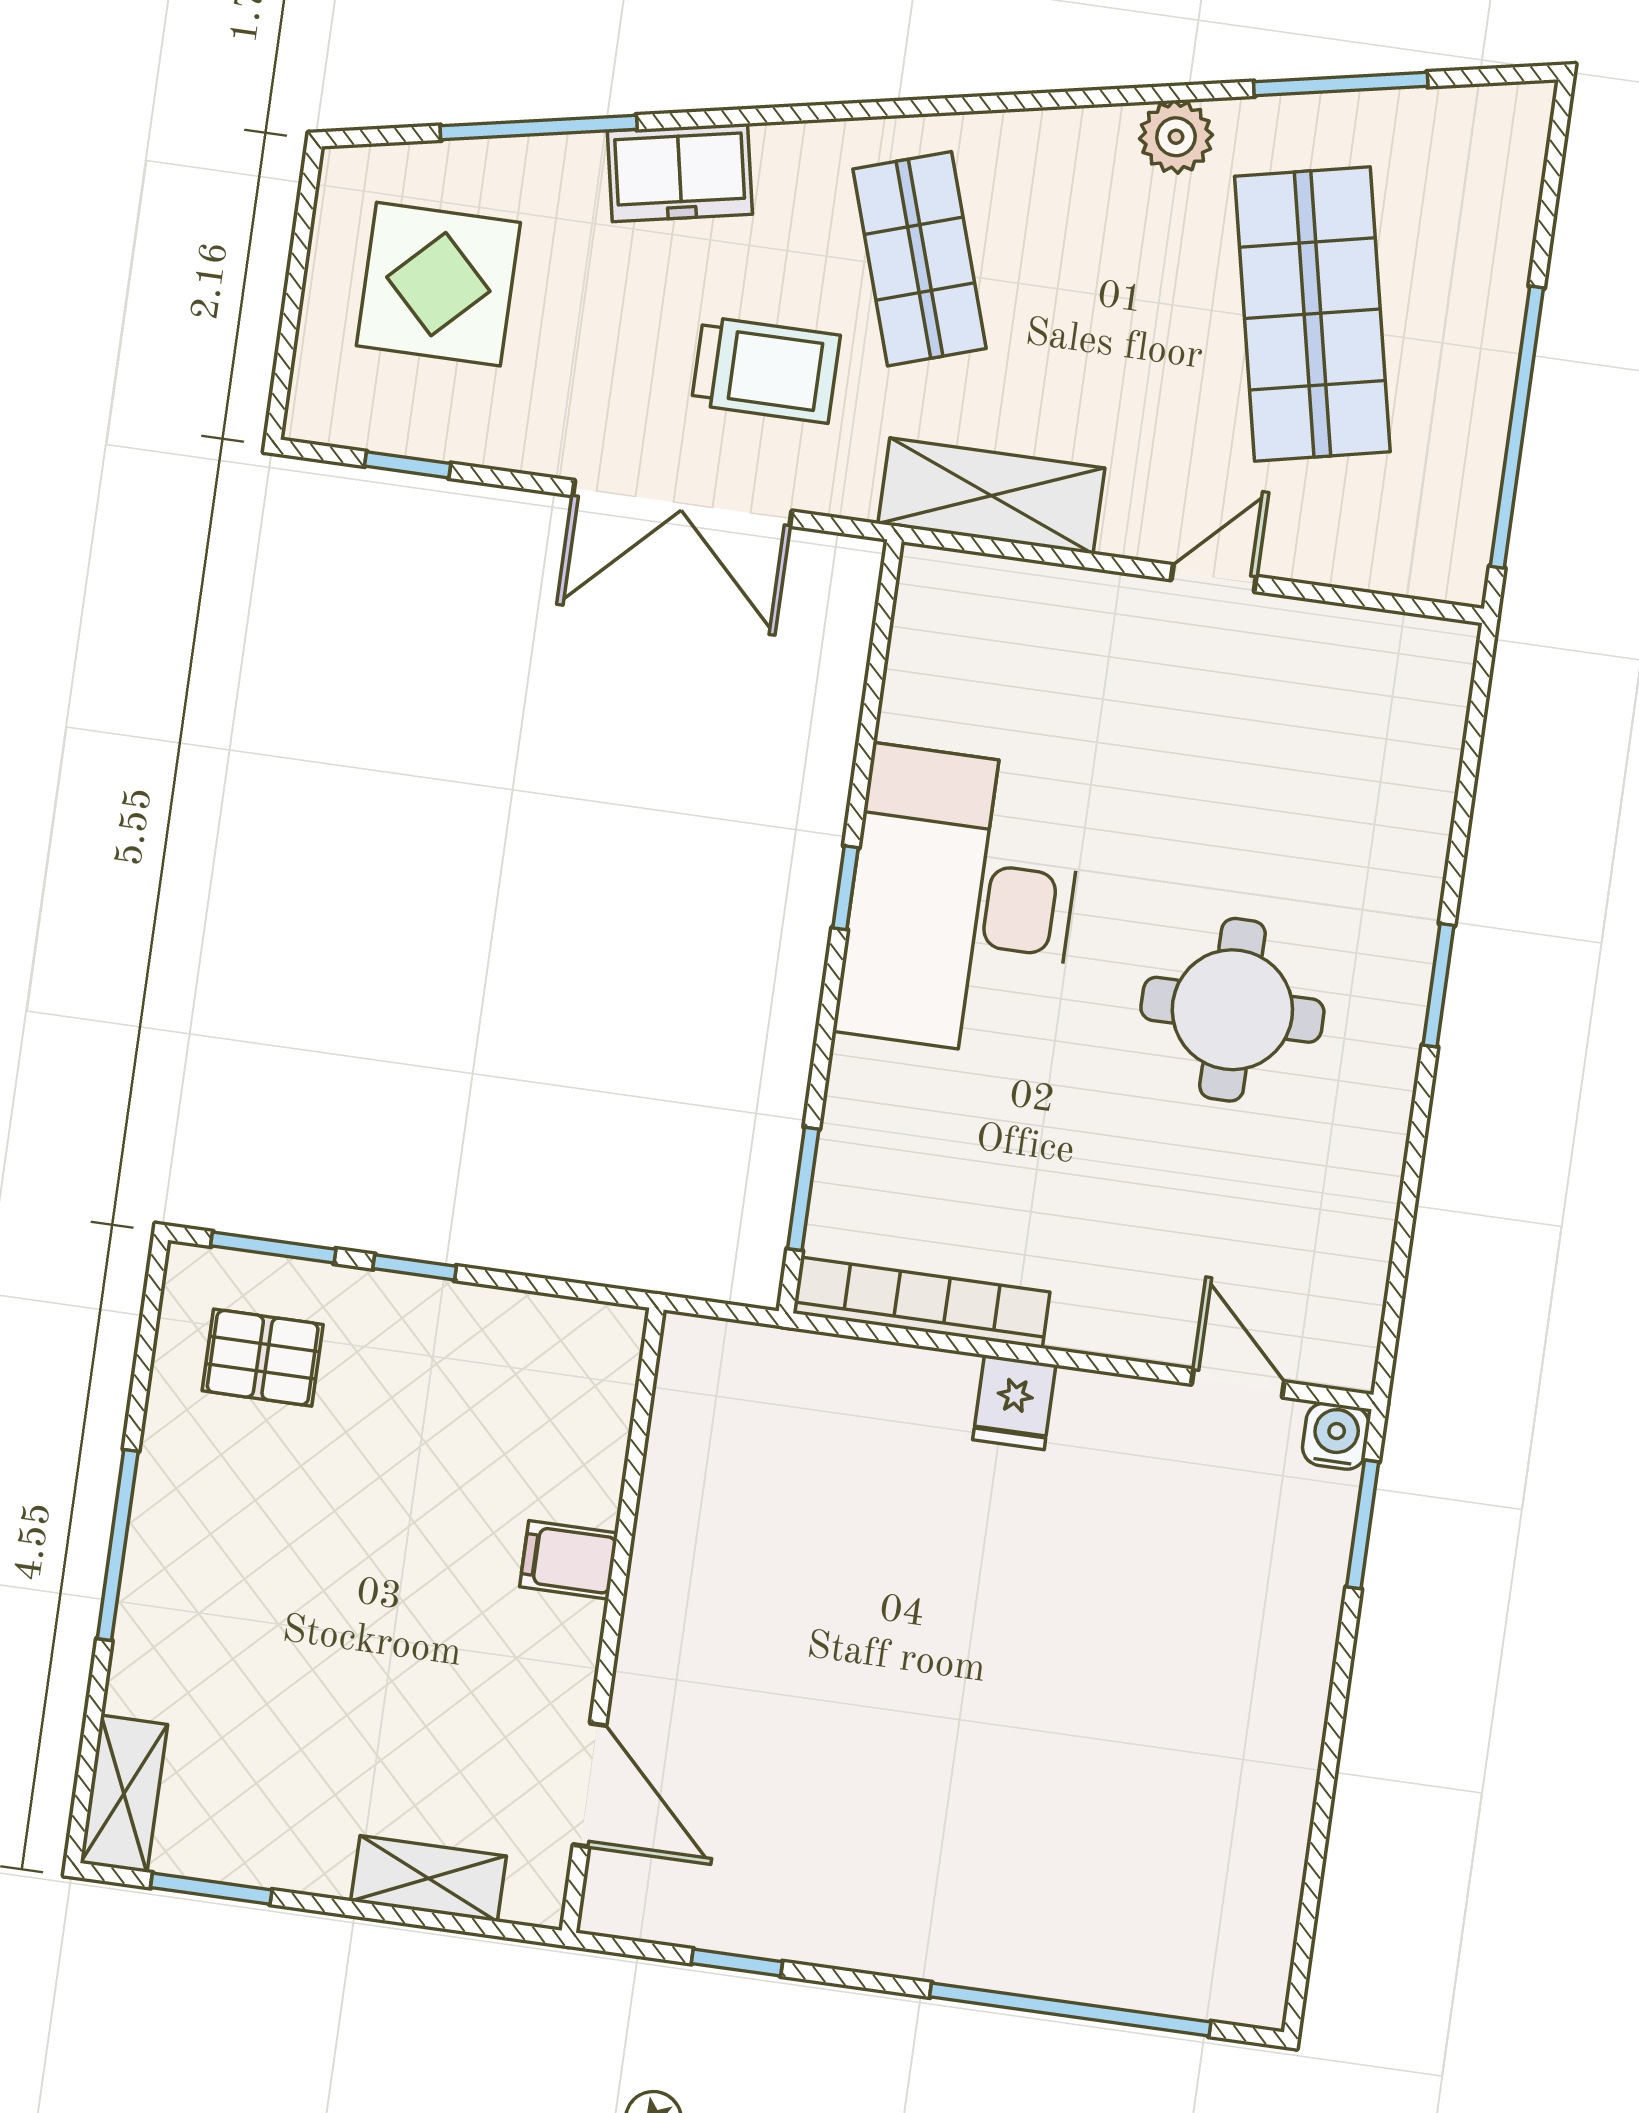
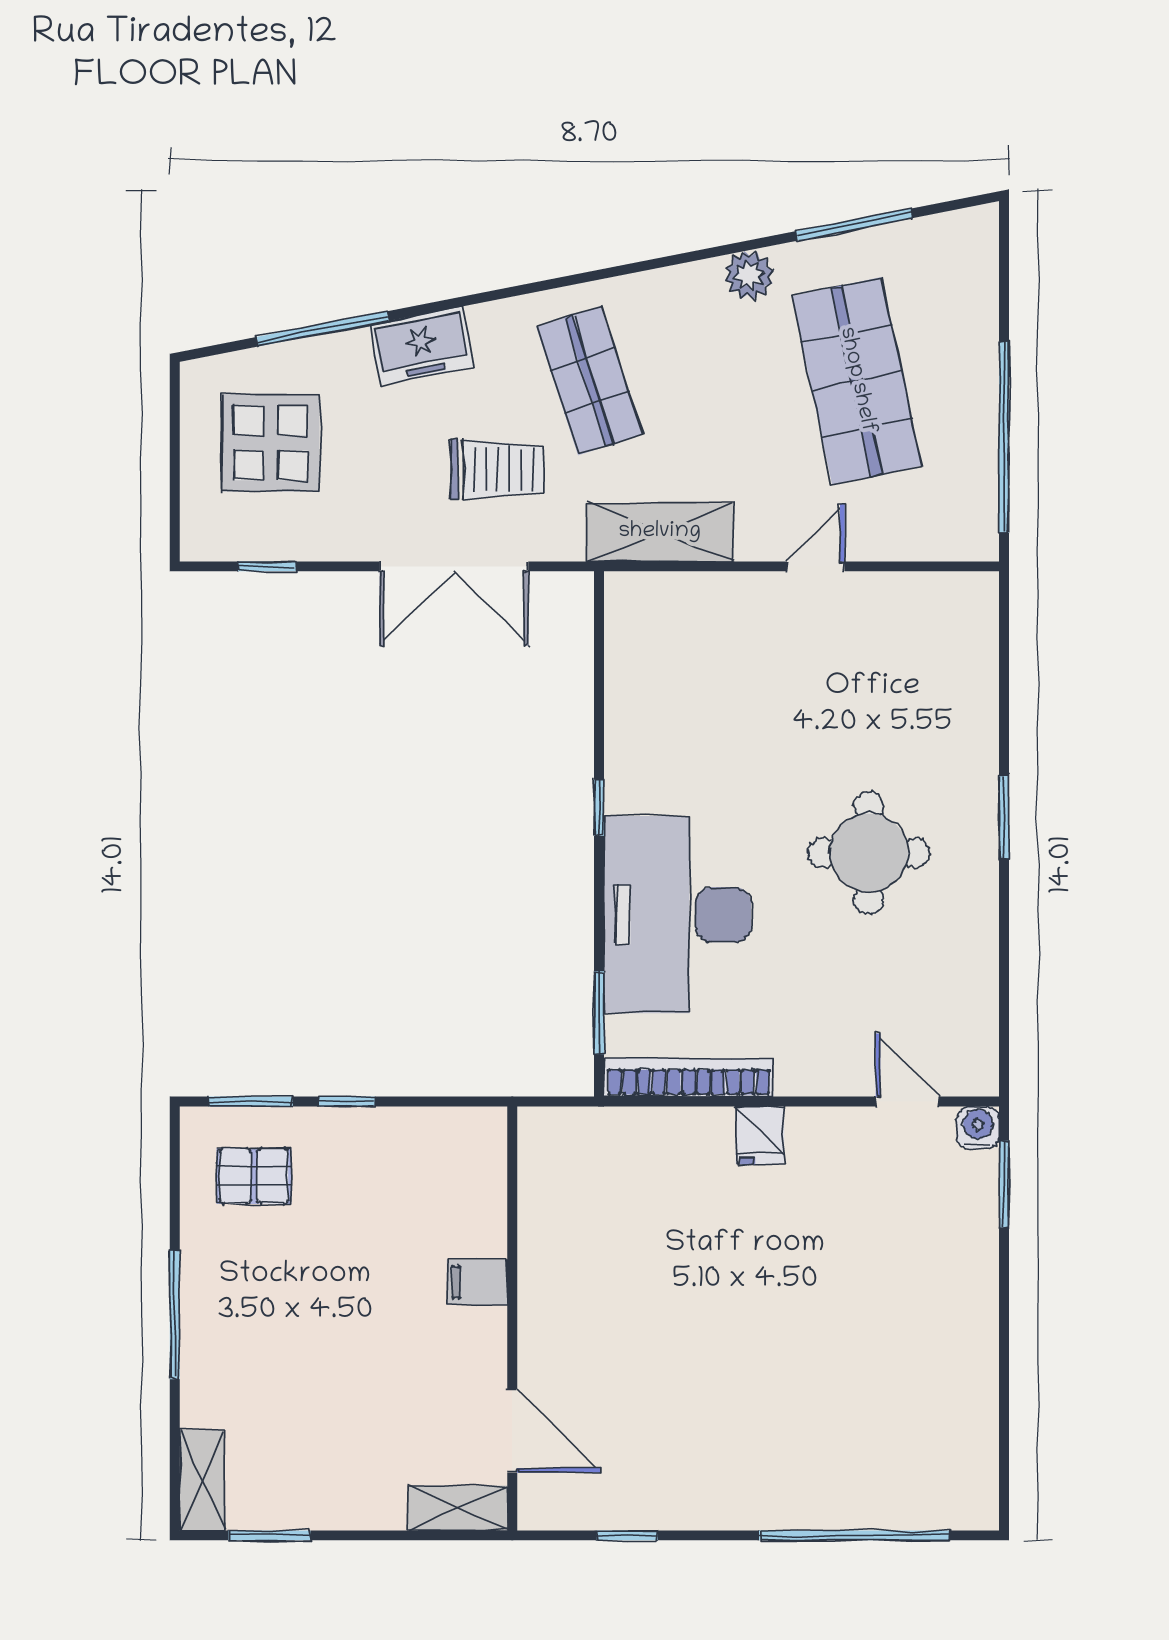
desk: (961, 902) -> (678, 915), moved
shelving: (429, 1878) -> (458, 1508), moved

